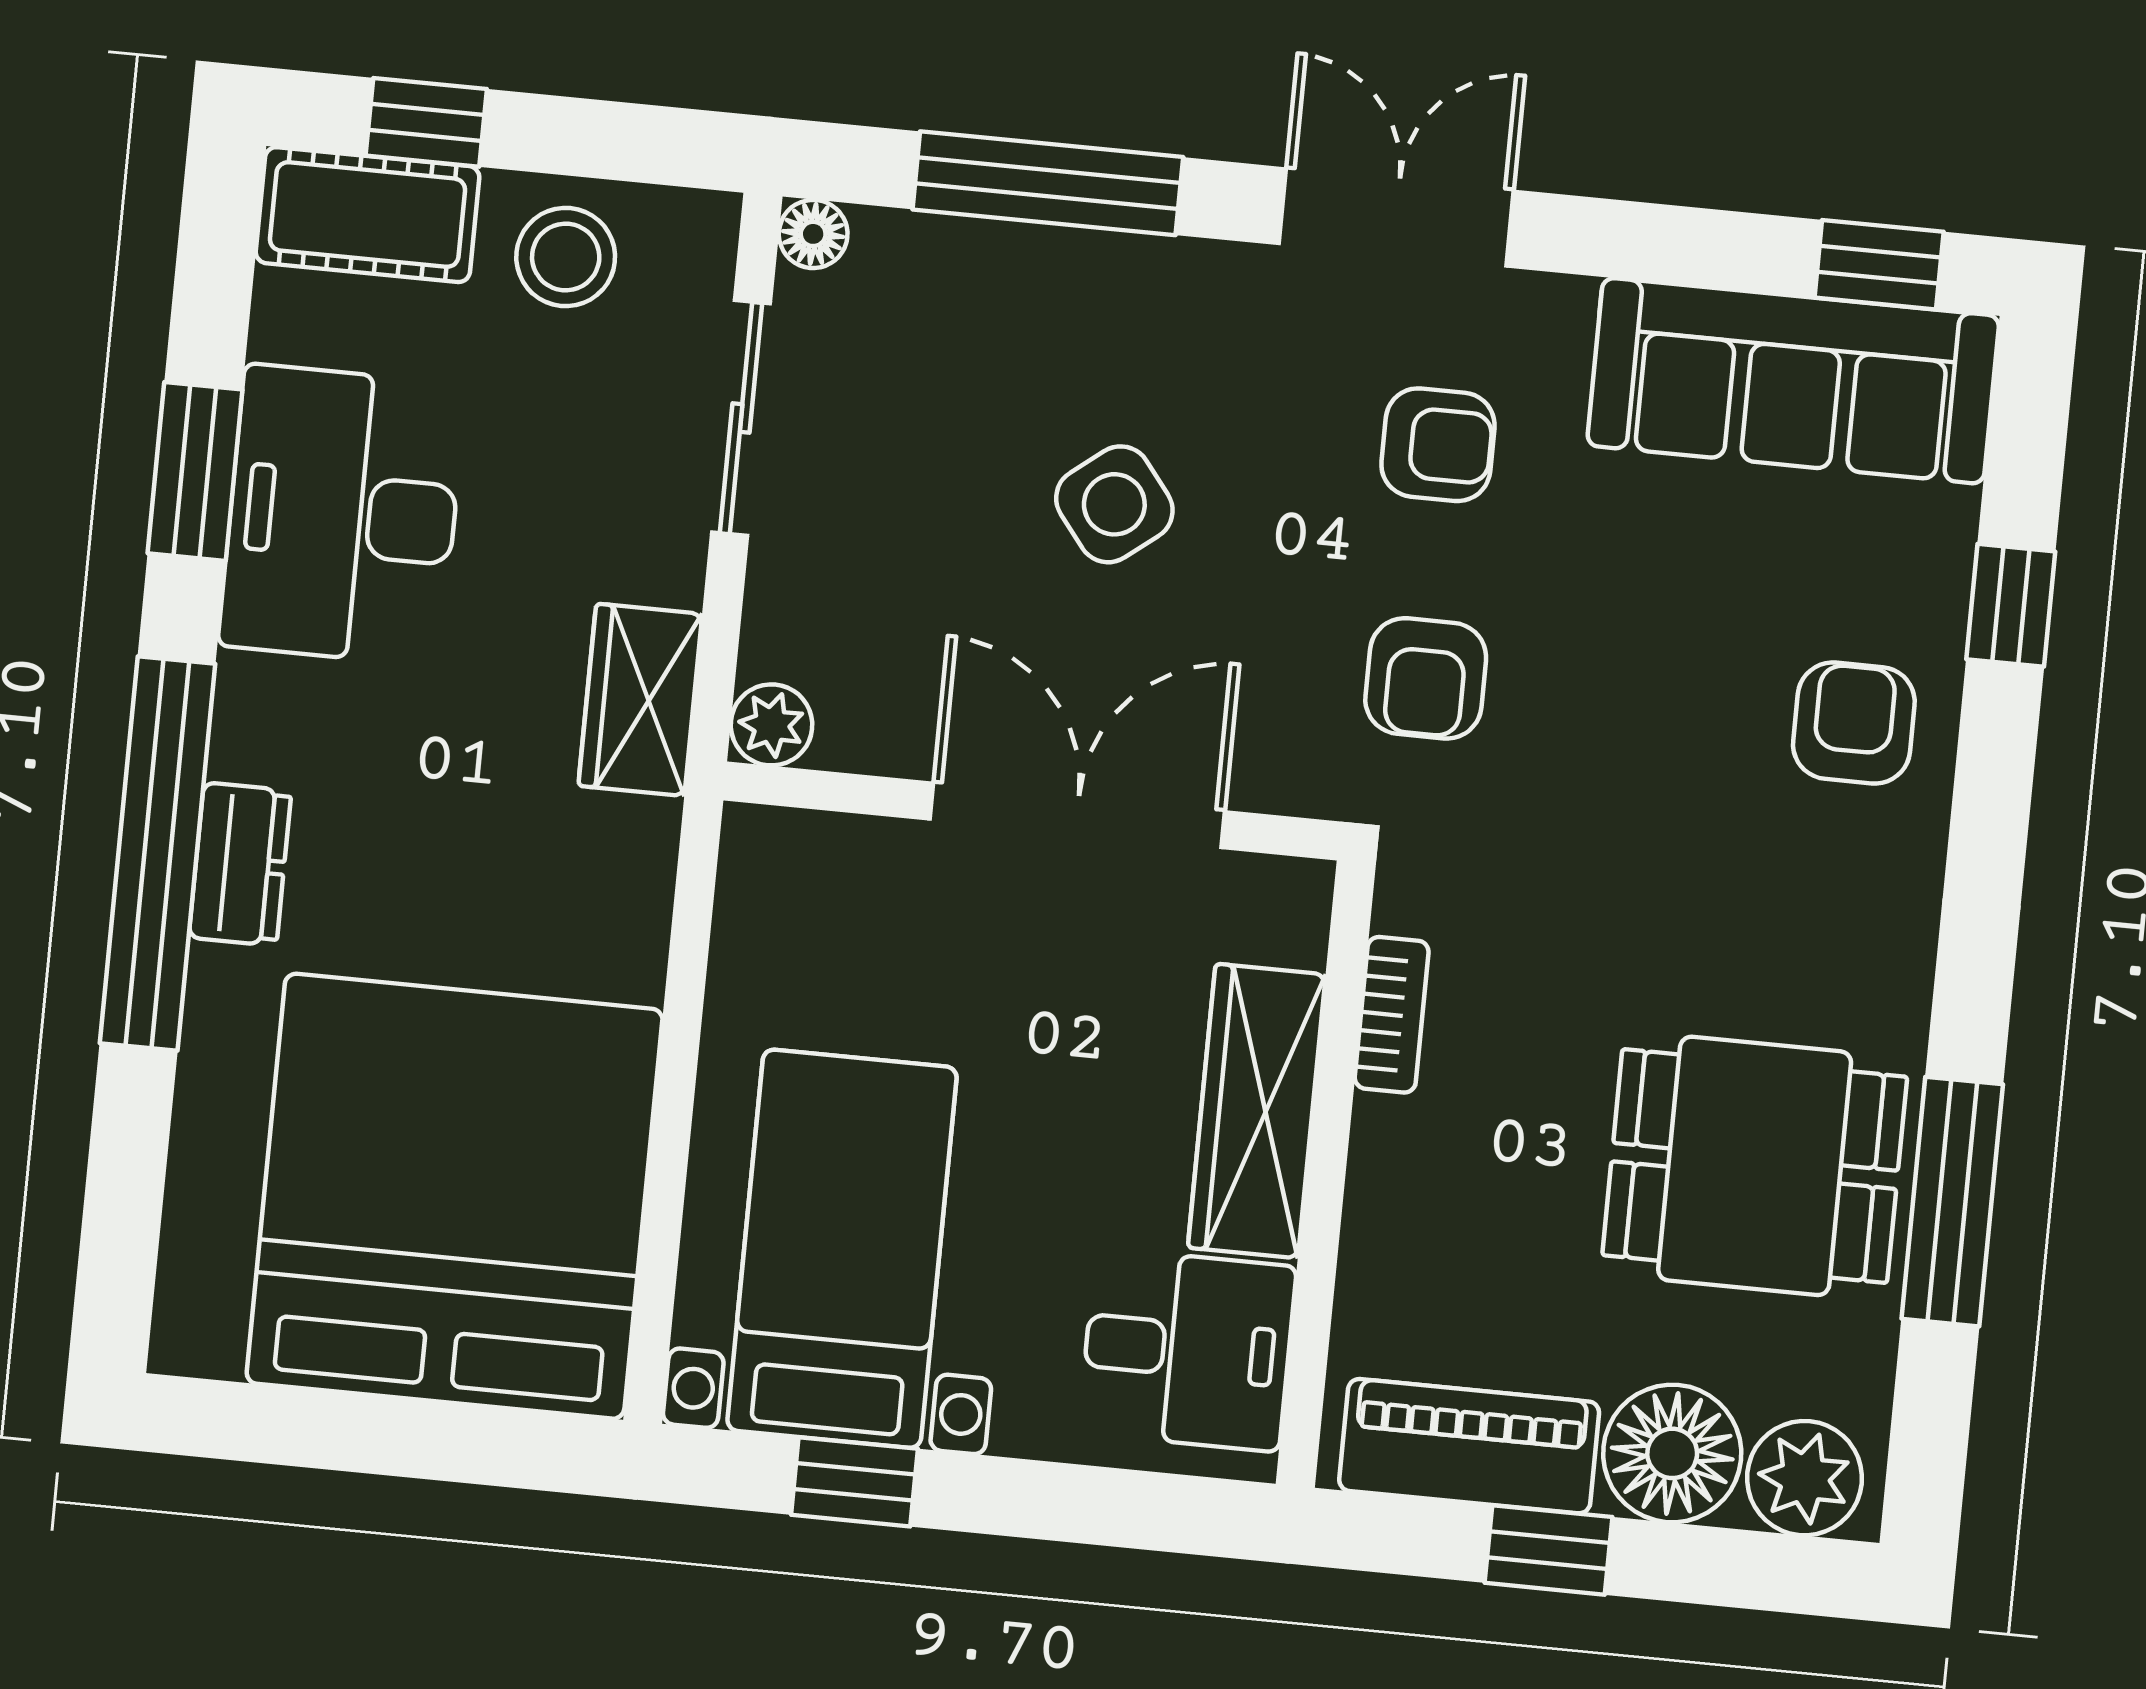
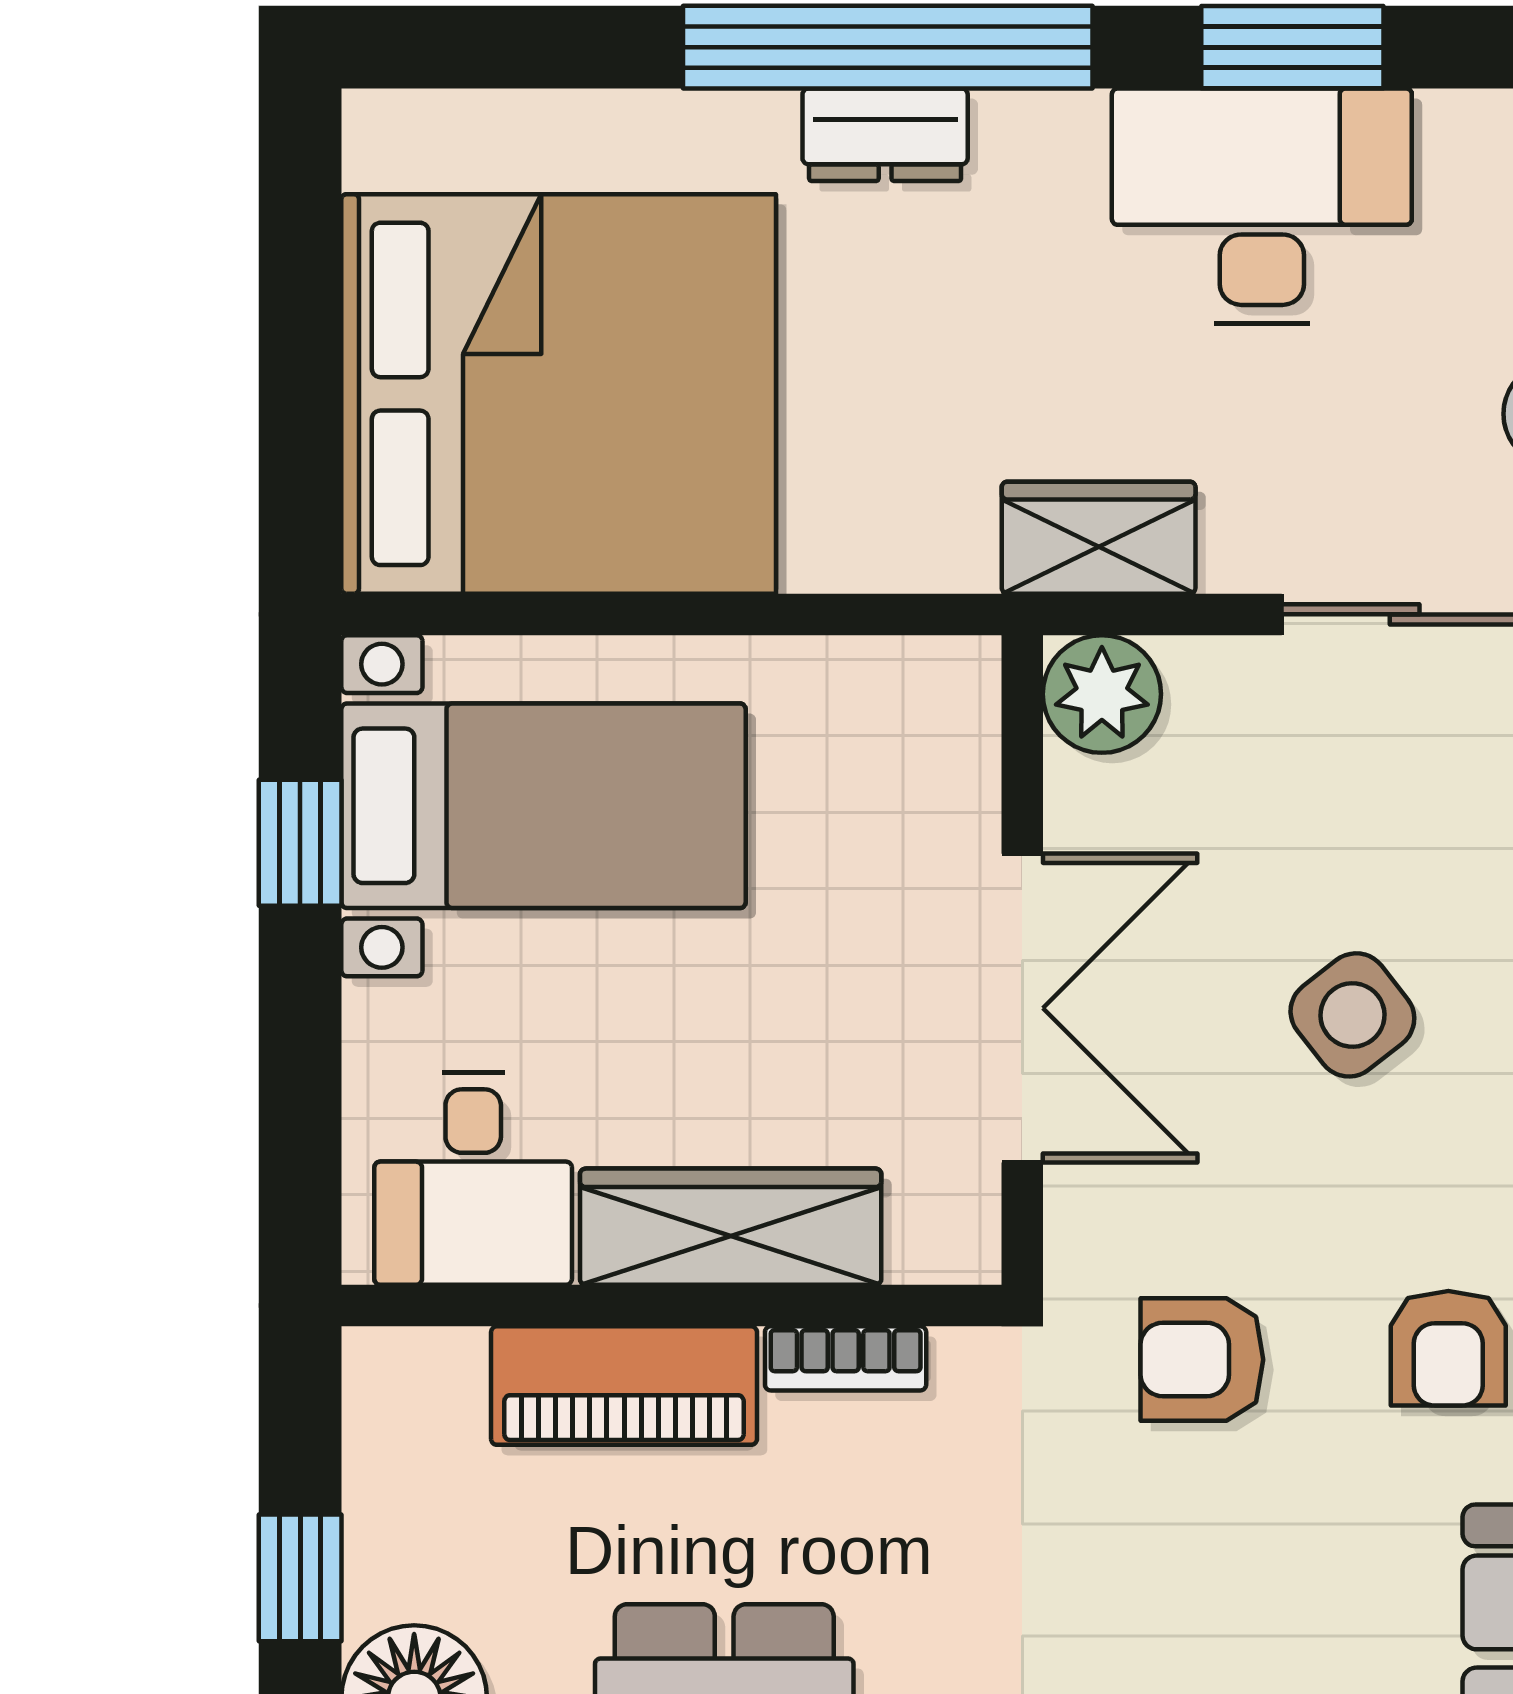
plant: (771, 725) -> (1102, 694), width x1.38, depth x1.38
piano: (1469, 1446) -> (624, 1386), moved, turned 90

